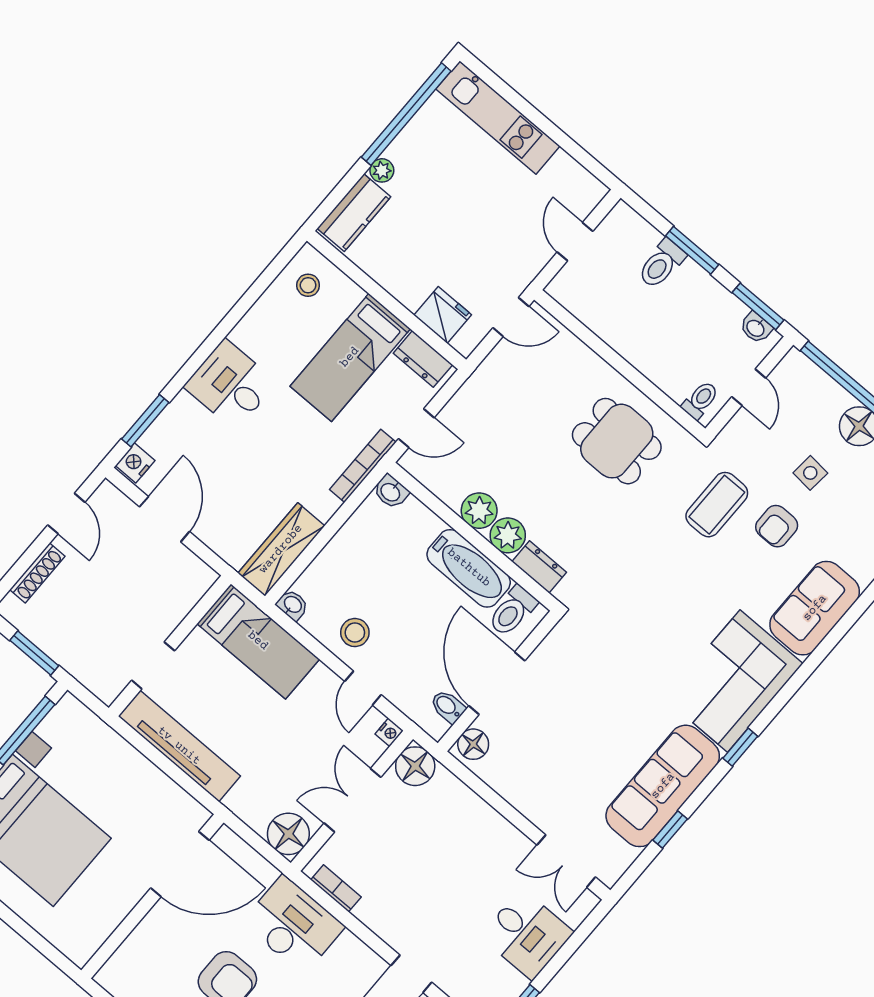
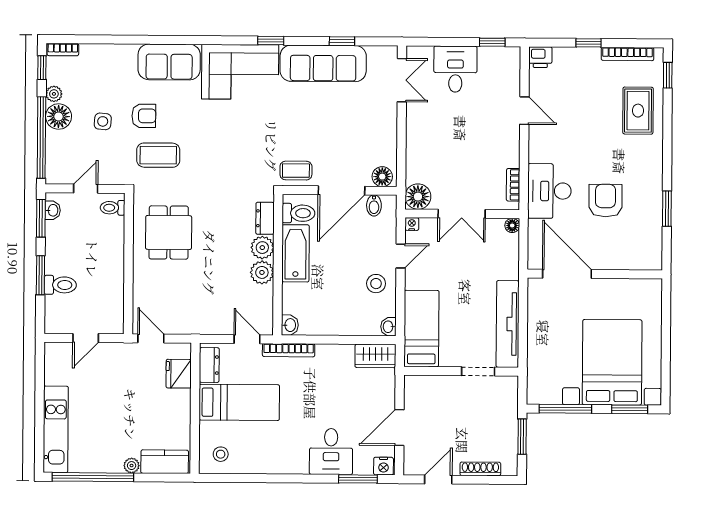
desk: (230, 385) -> (331, 452), moved
wardrobe: (281, 549) -> (375, 356), width x0.67
coffee table: (565, 650) -> (296, 171), added
floor lamp: (288, 834) -> (512, 225), width x0.53, depth x0.53

